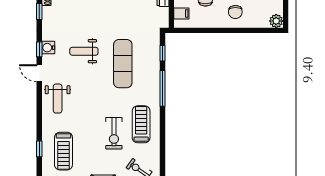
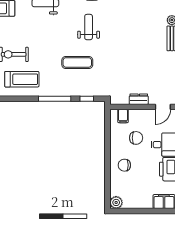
exercise mat: (123, 64) -> (77, 62), width x0.73, depth x0.69

